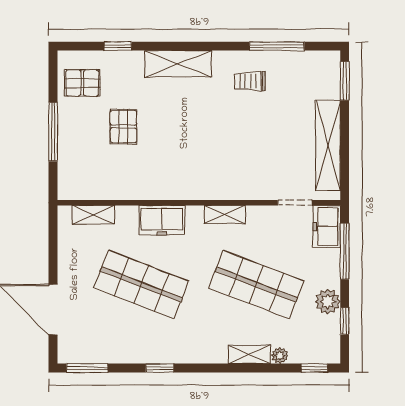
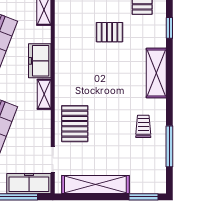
pallet: (246, 173) -> (75, 124), added
shelving: (225, 214) -> (44, 94), moved
freezer: (327, 226) -> (29, 183), width x1.40

